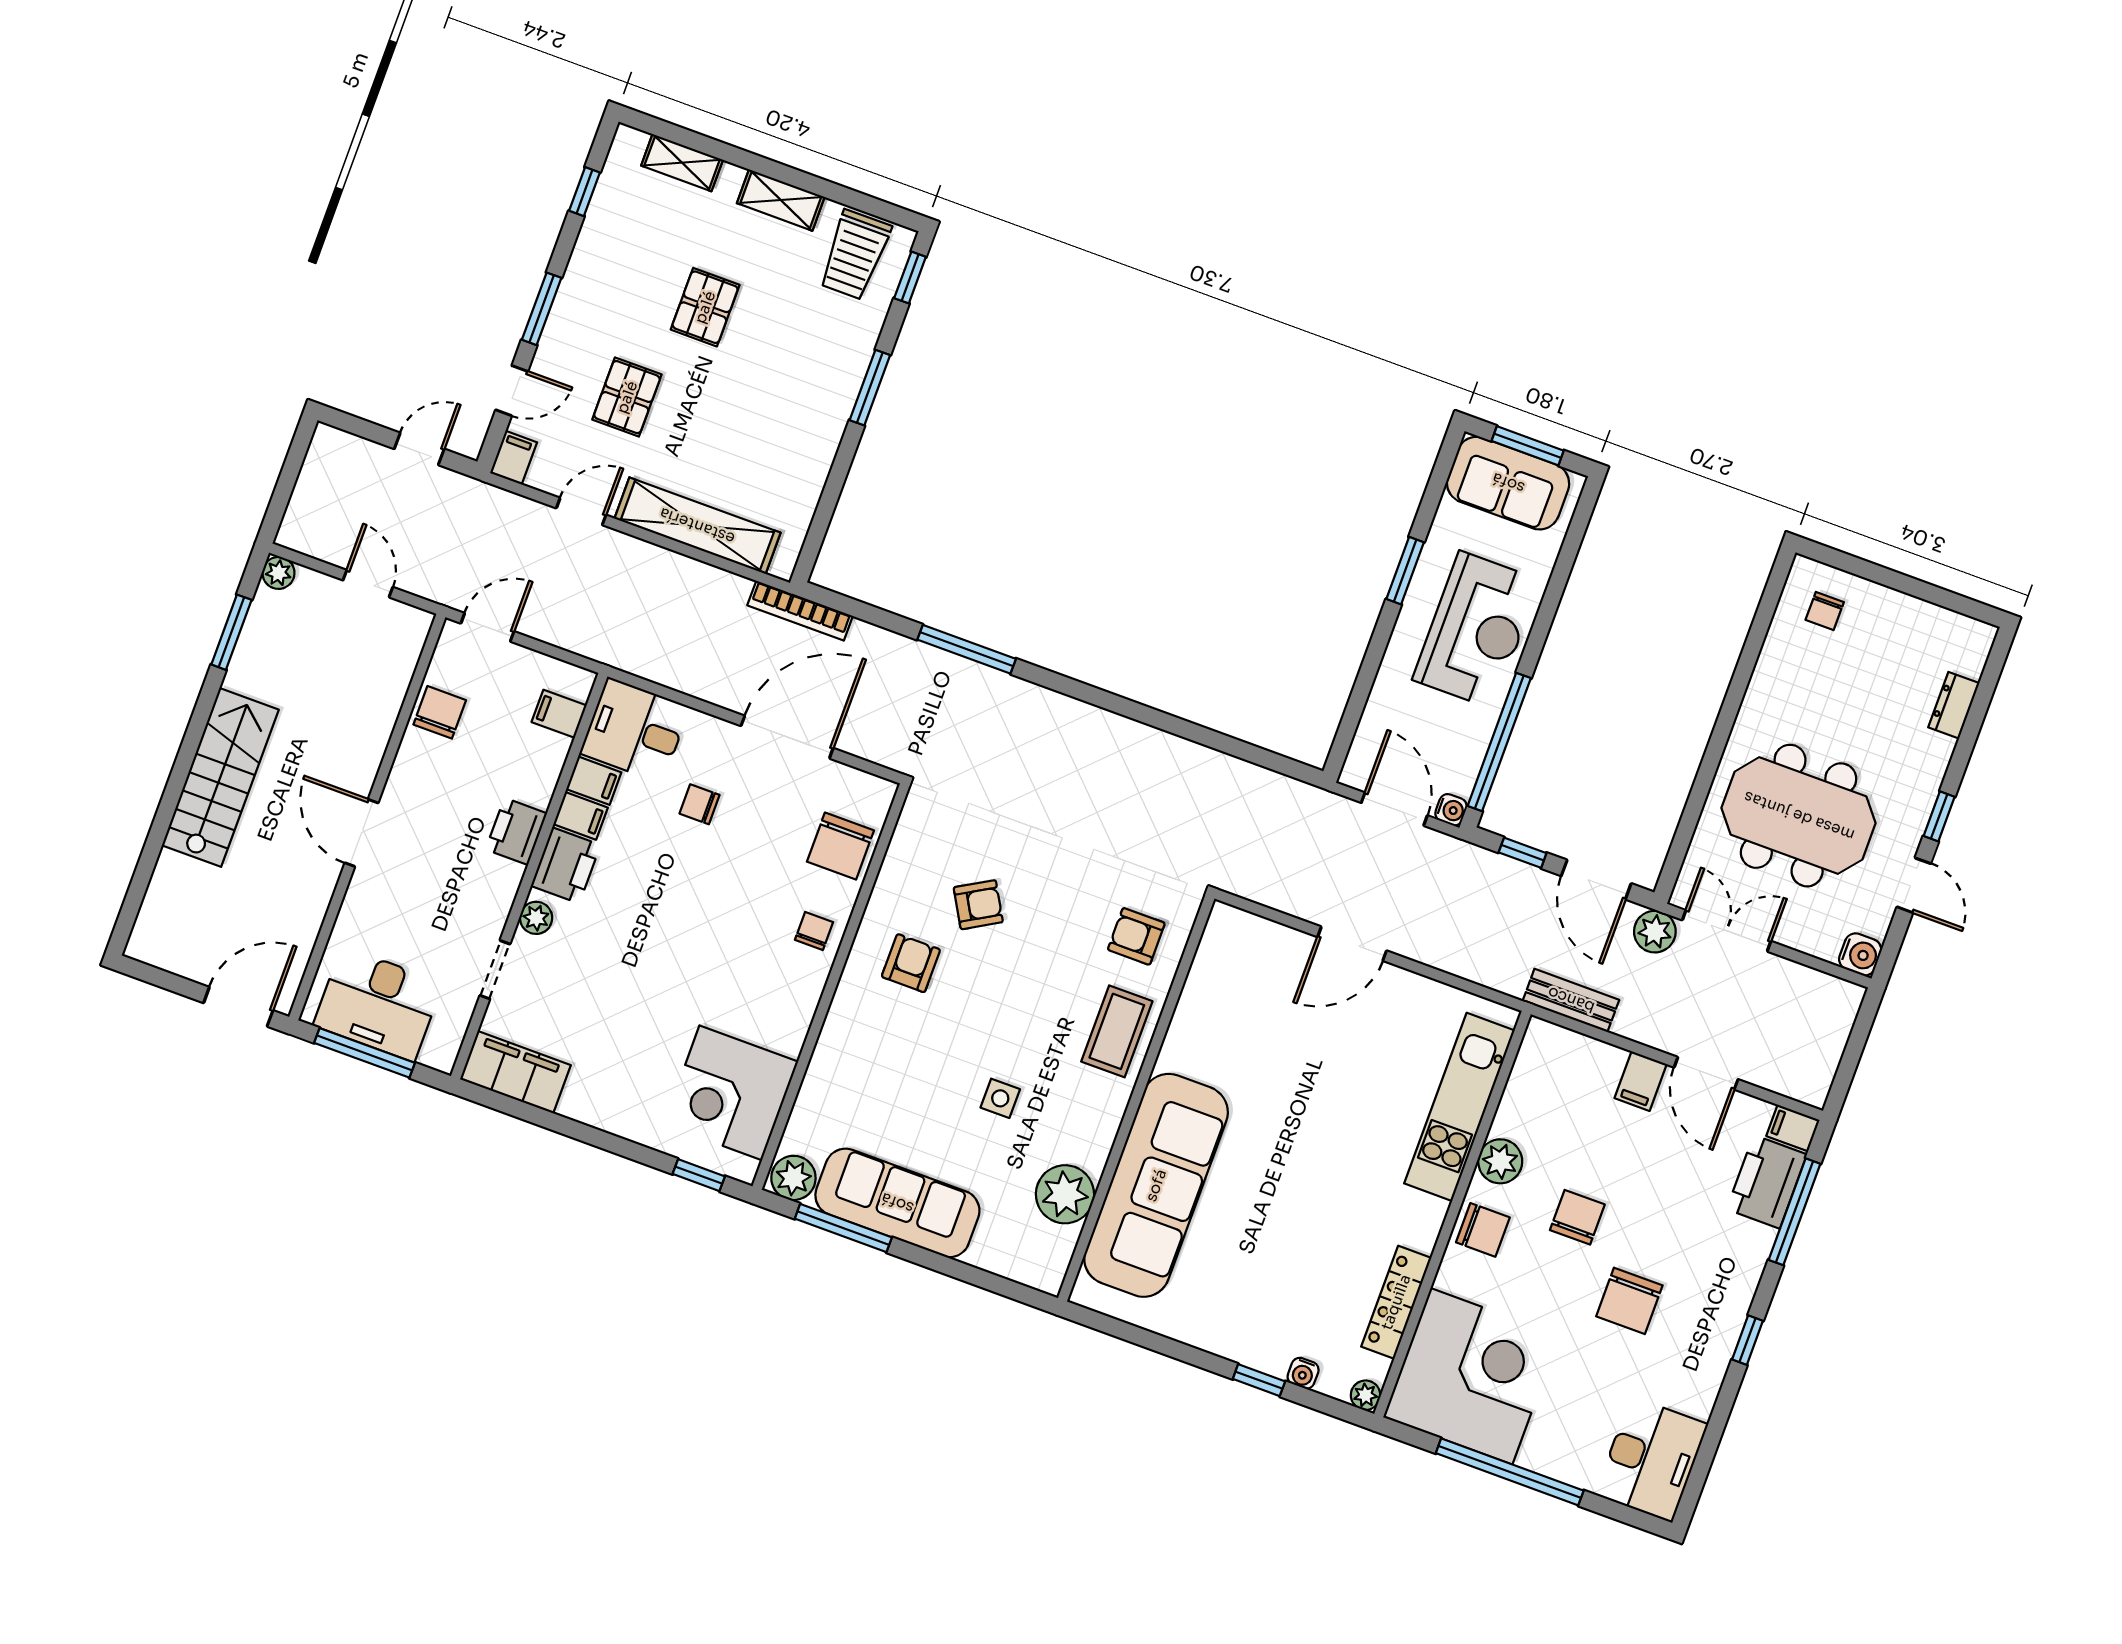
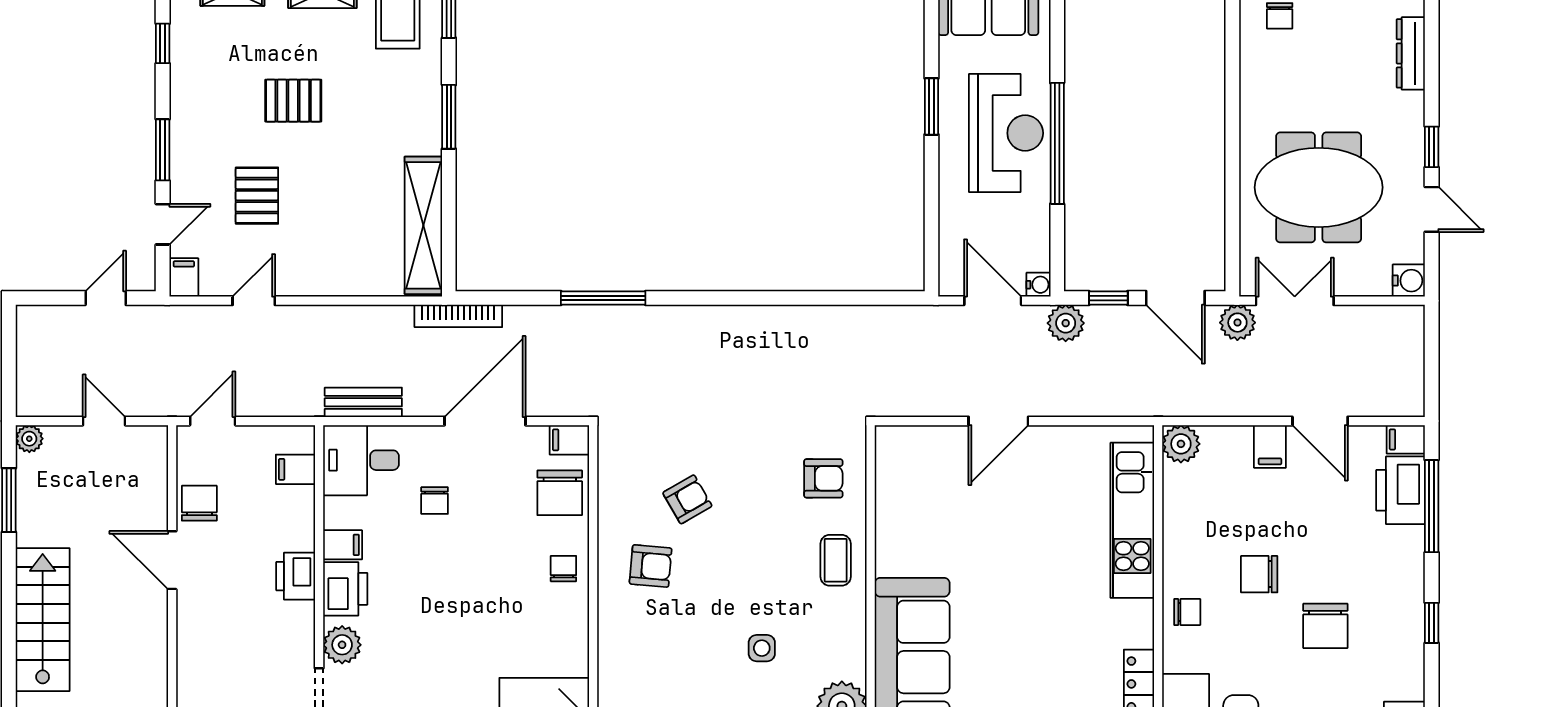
pallet: (705, 307) -> (293, 101), turned 90
shelving: (697, 526) -> (423, 225), moved, turned 90
dresser: (1954, 705) -> (1411, 53), width x1.44
window: (1499, 742) -> (1057, 143), moved
filing cabinet: (594, 781) -> (569, 440), moved, turned 180
chair: (700, 804) -> (435, 501), turned -90
door: (361, 833) -> (172, 560), moved
plant: (1466, 863) -> (1066, 323), added
plant: (536, 918) -> (342, 645), width x1.38, depth x1.38
armchair: (1136, 936) -> (823, 478), turned 180
armchair: (911, 963) -> (651, 566), turned 95
bench: (1571, 1000) -> (363, 402), moved
coffee table: (1117, 1031) -> (836, 560), width x0.73, depth x0.77
plant: (1500, 1161) -> (1181, 444), moved
chair: (1577, 1217) -> (1259, 574), turned -90
chair: (1483, 1230) -> (1187, 612), width x0.73, depth x0.73

